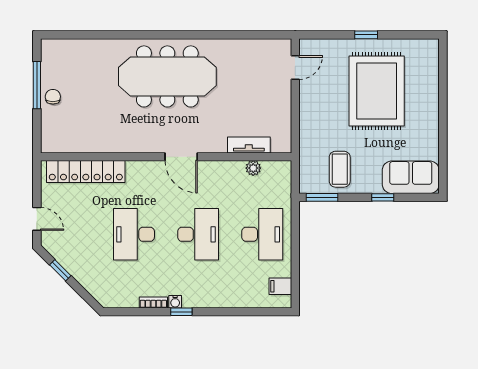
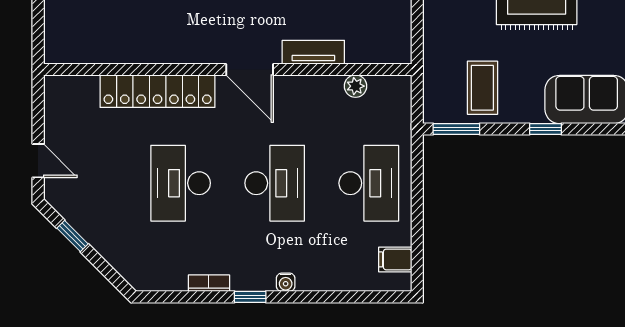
tv unit: (249, 145) -> (313, 52), moved
locker: (86, 172) -> (158, 91), moved
water cooler: (175, 302) -> (286, 282), moved

